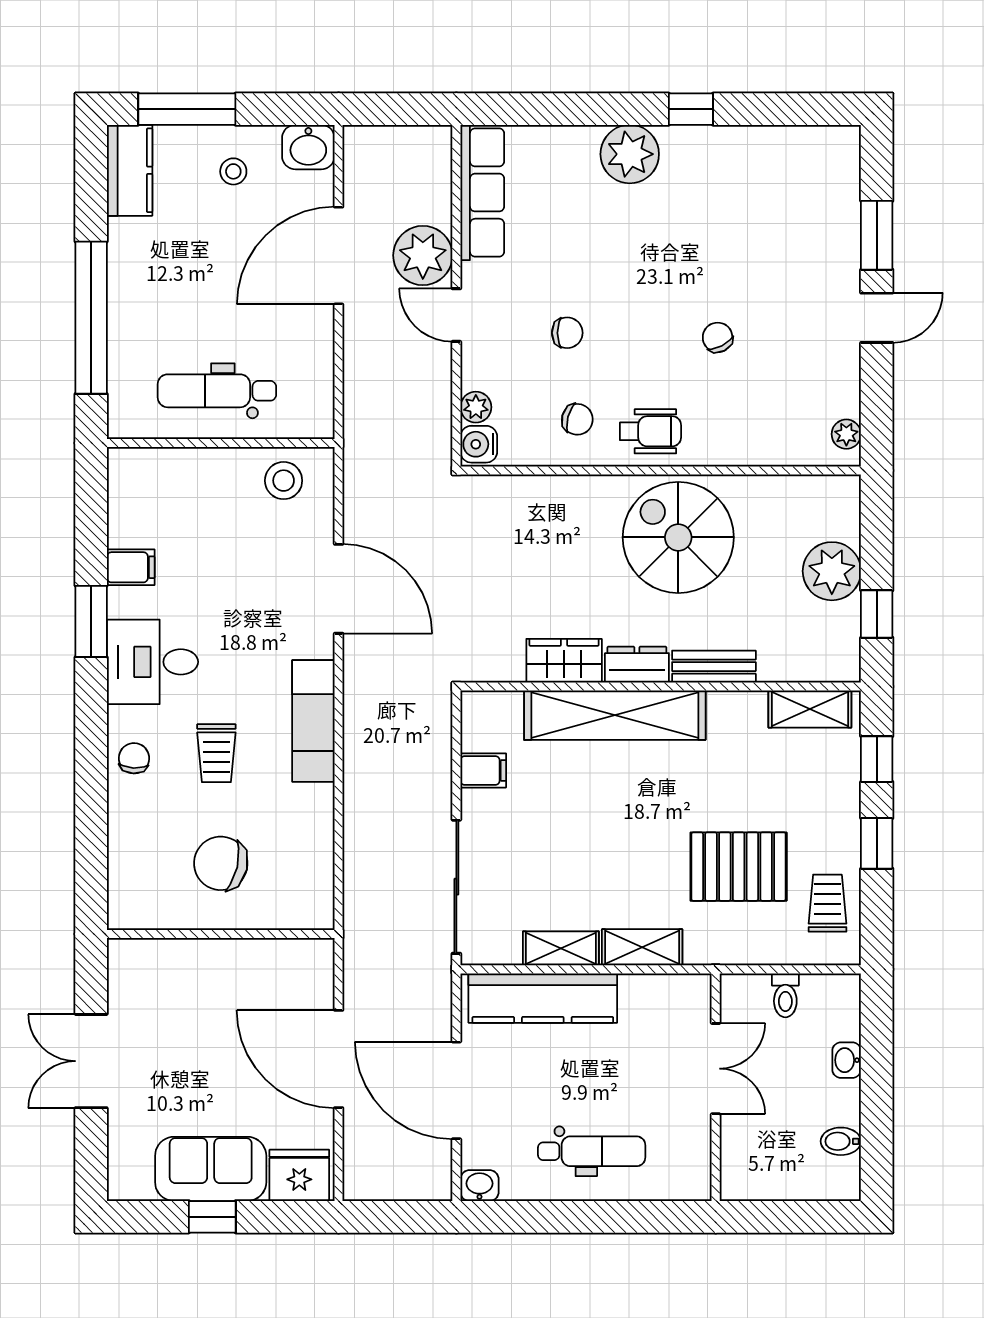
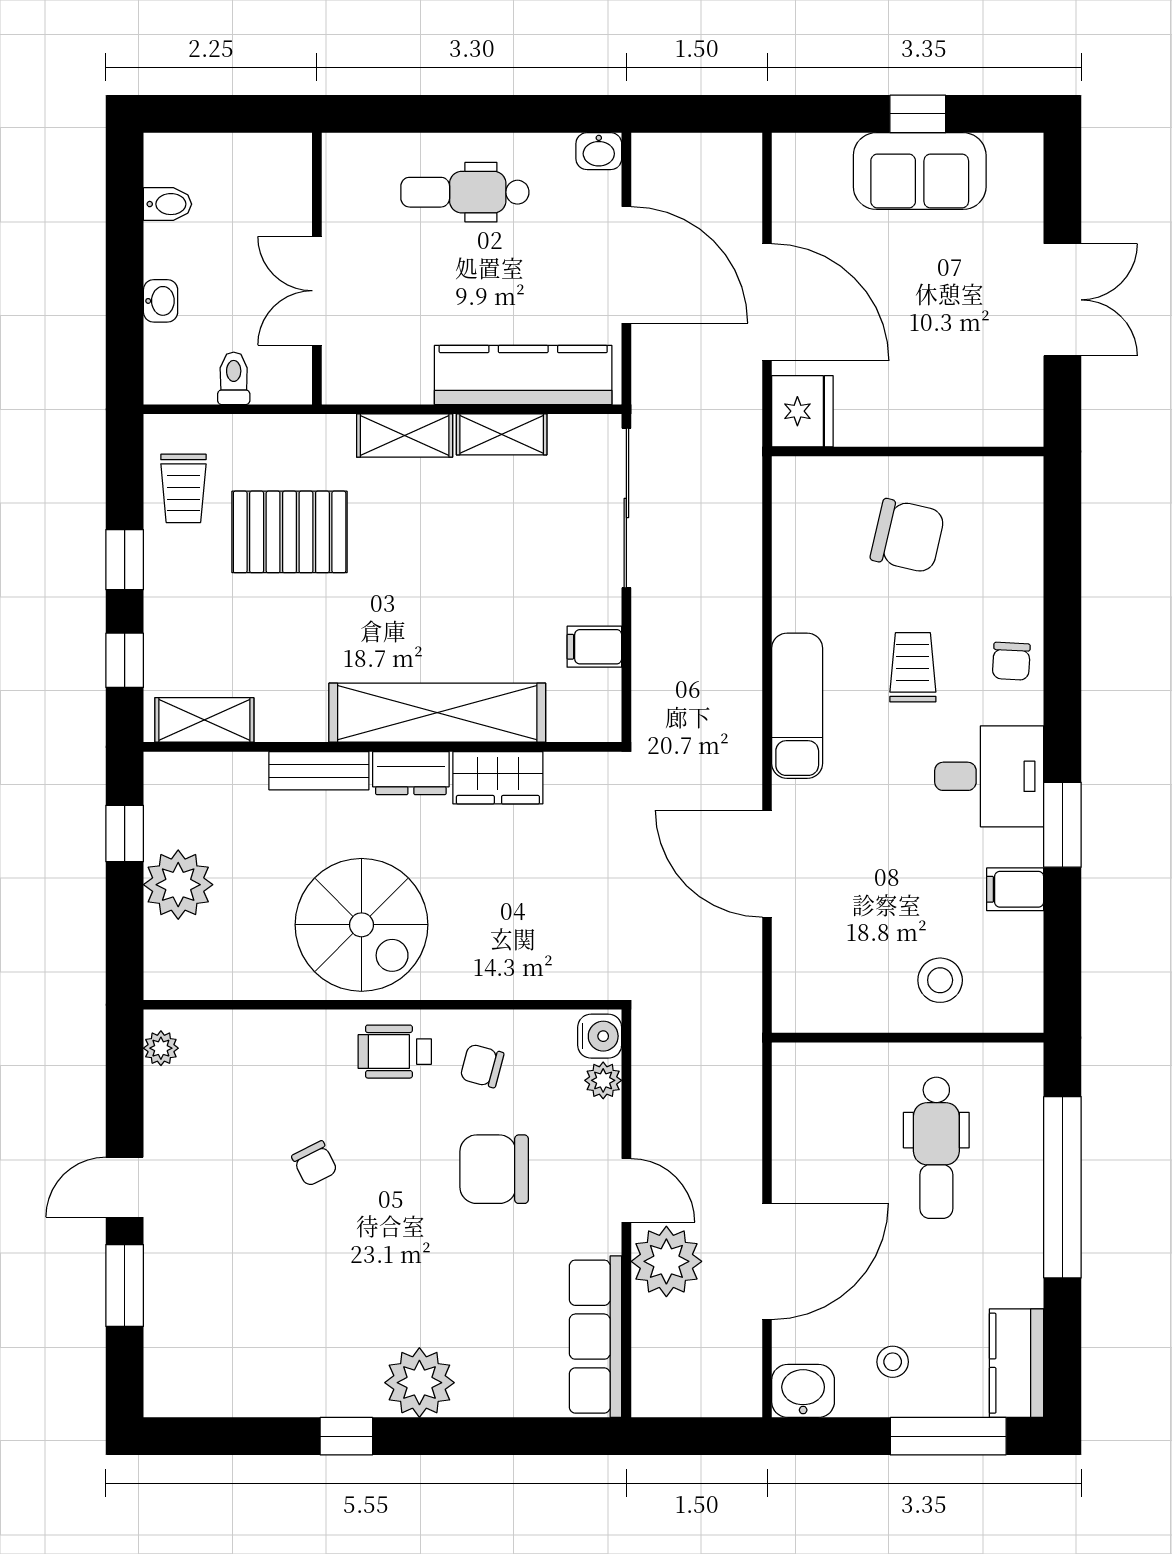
chair: (567, 333) -> (494, 1169), width x1.87, depth x1.87
dental chair: (217, 391) -> (936, 1148), moved, turned 90
stool: (284, 481) -> (940, 980), moved
fridge: (299, 1175) -> (802, 411), moved, turned -90

